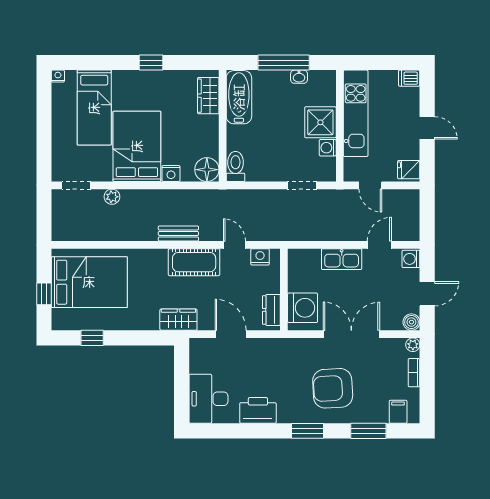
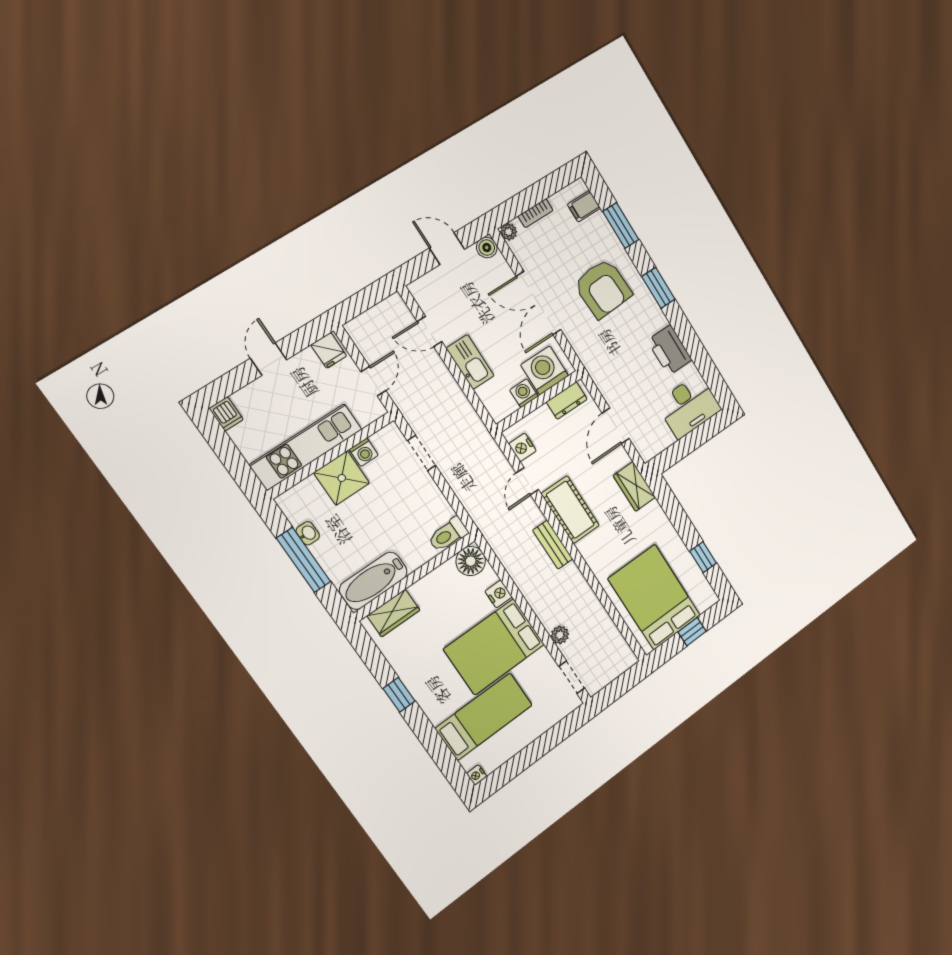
washing machine: (411, 259) -> (524, 393), moved, turned 180

